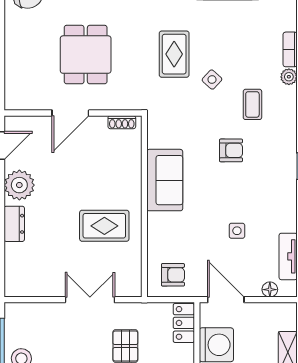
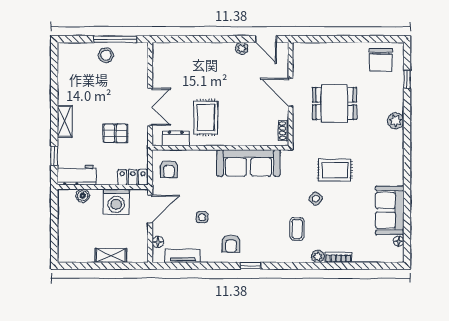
coffee table: (252, 104) -> (297, 229), turned 90
armchair: (231, 150) -> (231, 244), moved
sofa: (165, 180) -> (248, 163), width x1.36
plant: (19, 185) -> (242, 48), width x0.53, depth x0.53
dresser: (14, 224) -> (176, 138), moved, turned 180

